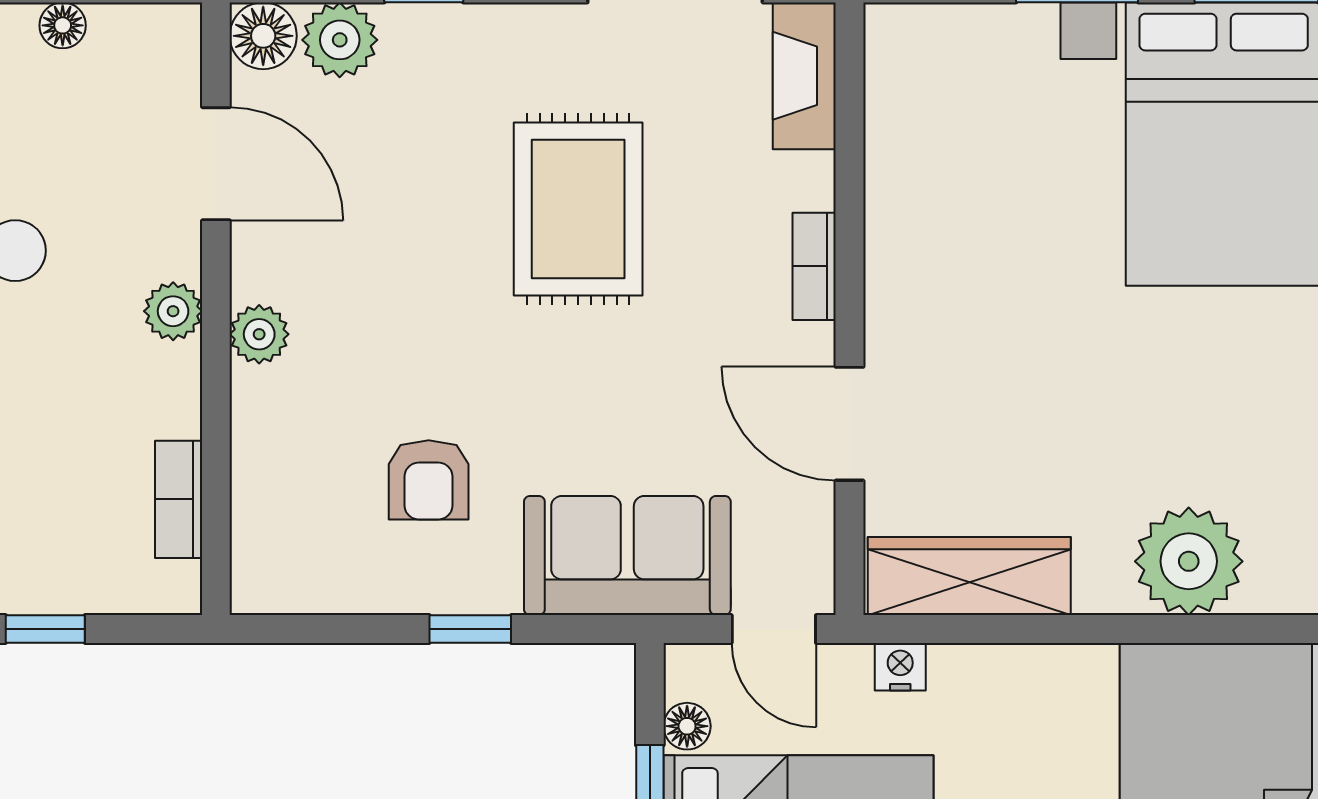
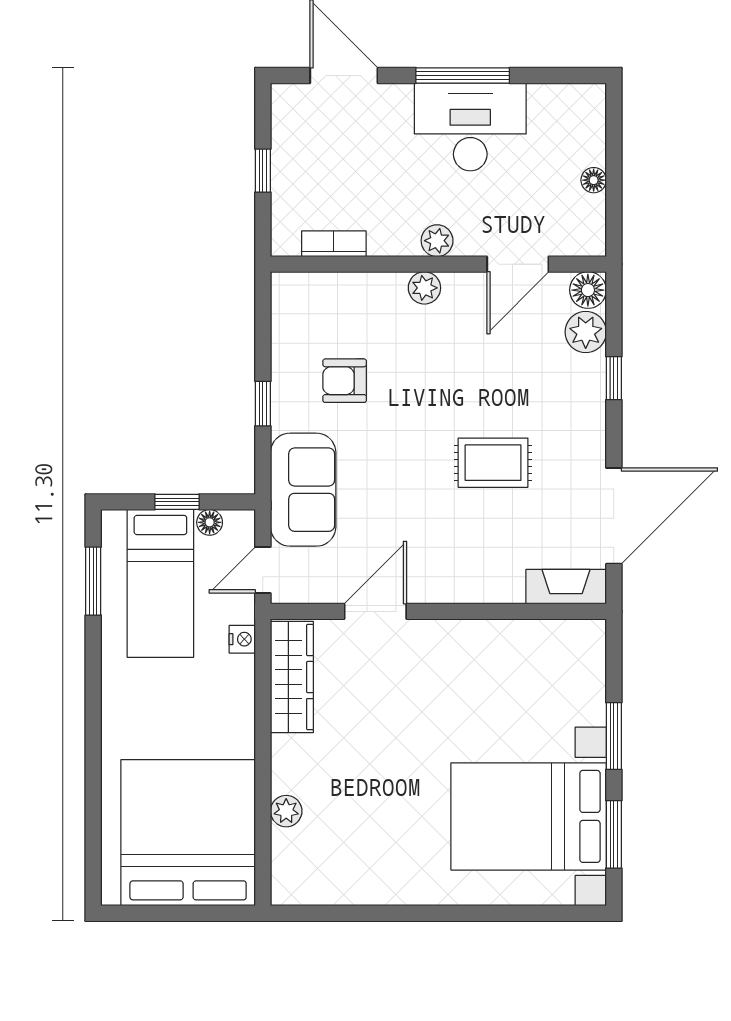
rug: (578, 209) -> (493, 463), width x0.73, depth x0.70
bookcase: (814, 266) -> (462, 592), removed
plant: (1189, 561) -> (286, 811), width x0.53, depth x0.53

